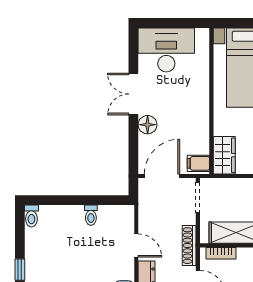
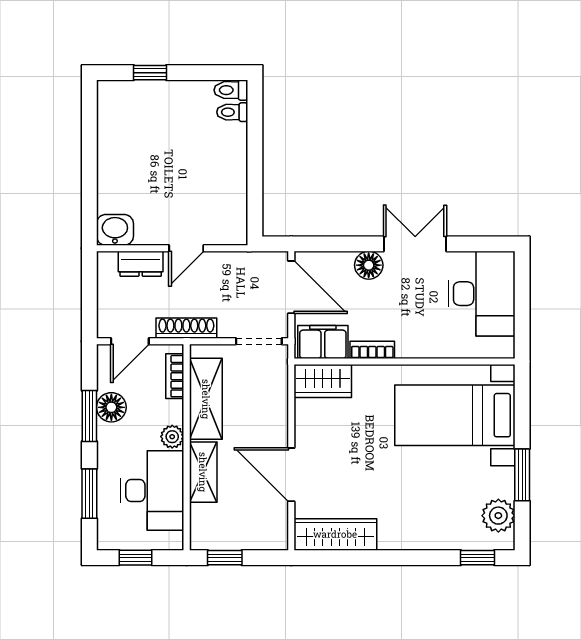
bookcase: (204, 122) -> (372, 350), added
filing cabinet: (198, 163) -> (323, 342), width x2.00
toilet: (91, 215) -> (232, 112), moved

